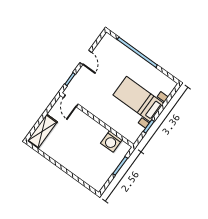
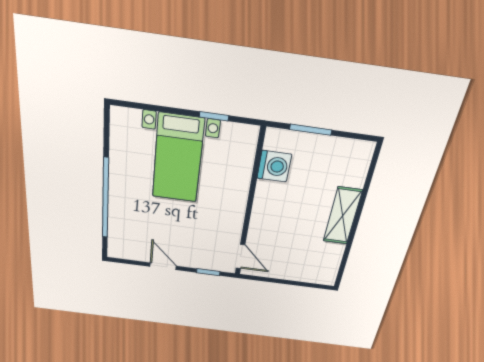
door: (86, 57) -> (163, 266), hinge flipped
door: (71, 101) -> (240, 257), hinge flipped
shelving: (42, 131) -> (342, 216), moved, turned 90

